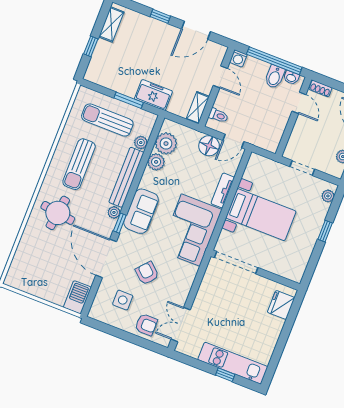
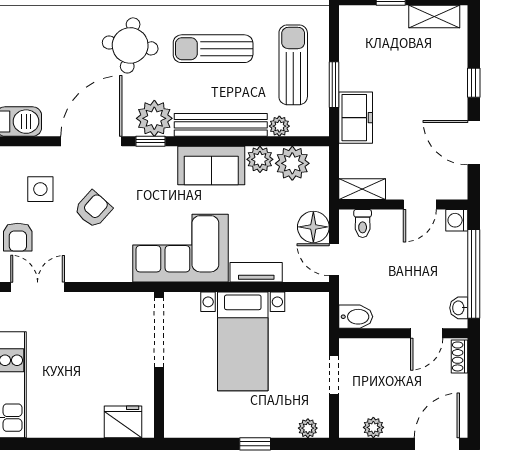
bidet: (275, 77) -> (356, 317), moved, turned 180
sofa: (141, 211) -> (211, 165), moved
plant: (114, 212) -> (154, 118), width x1.88, depth x1.88

